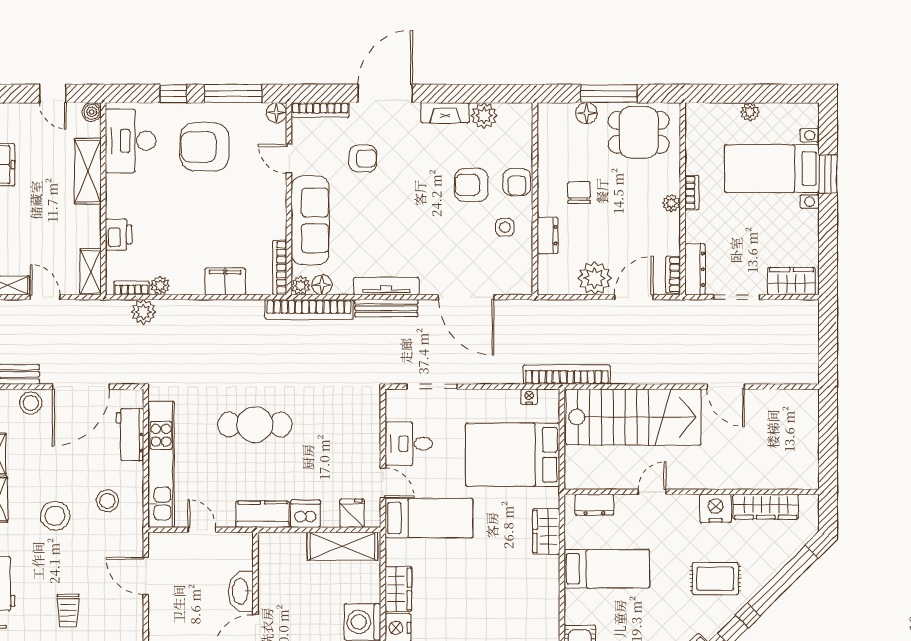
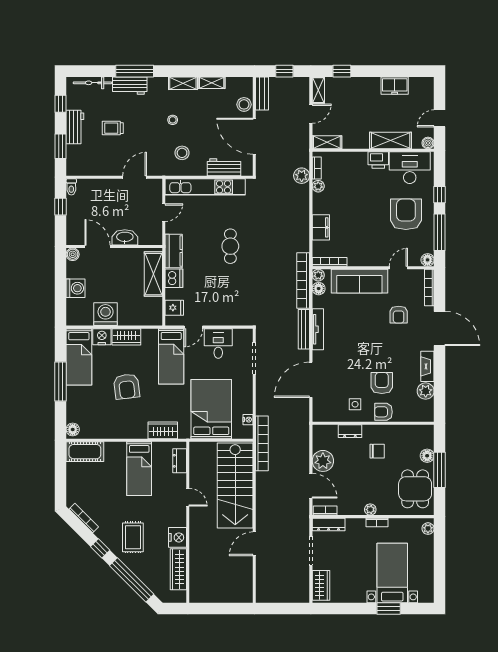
plant: (750, 112) -> (428, 529), moved
printer: (119, 235) -> (378, 160), moved
cafe table: (255, 425) -> (230, 246), width x0.73, depth x0.74
stool: (55, 516) -> (173, 120), width x0.53, depth x0.53
shelving: (342, 546) -> (153, 274), moved
armchair: (477, 589) -> (127, 386), added

